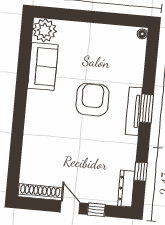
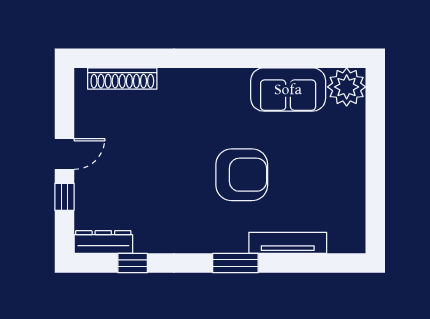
floor lamp: (142, 34) -> (355, 245), removed
tv unit: (134, 111) -> (288, 243), moved
shoe rack: (40, 192) -> (122, 79), moved, turned 90

